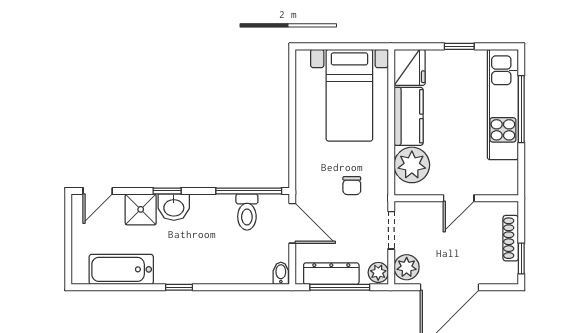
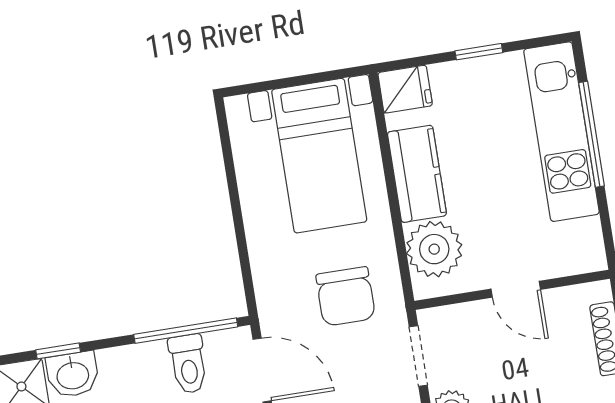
fridge: (410, 67) -> (405, 89), width x0.72
chair: (352, 186) -> (346, 296), width x1.87, depth x1.87
door: (459, 198) -> (516, 289), hinge flipped

